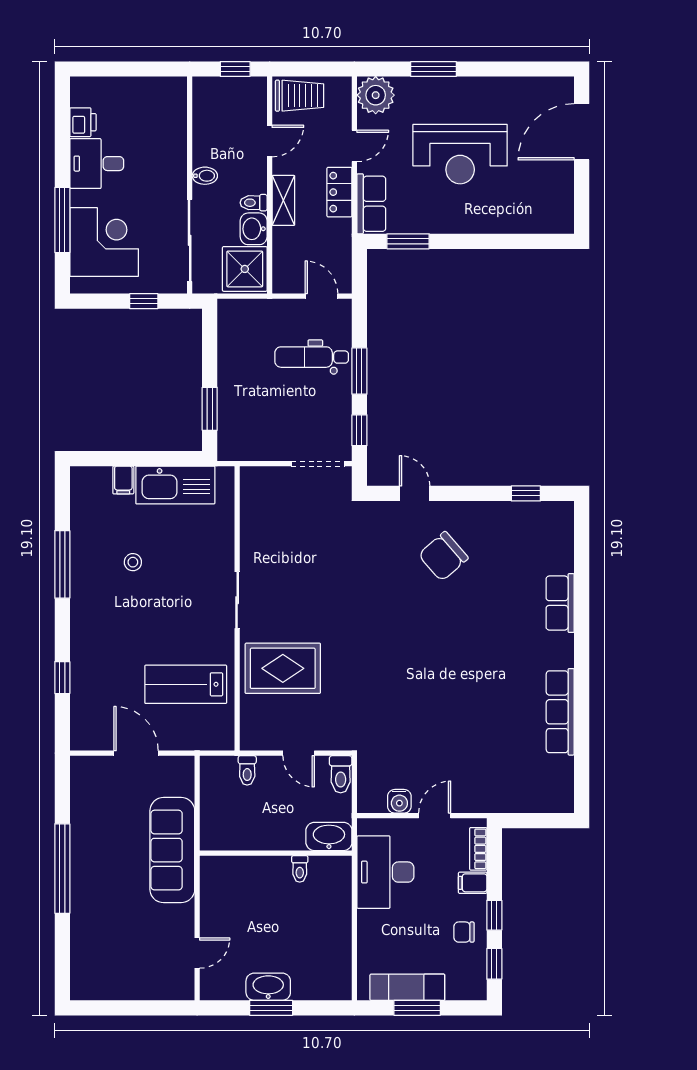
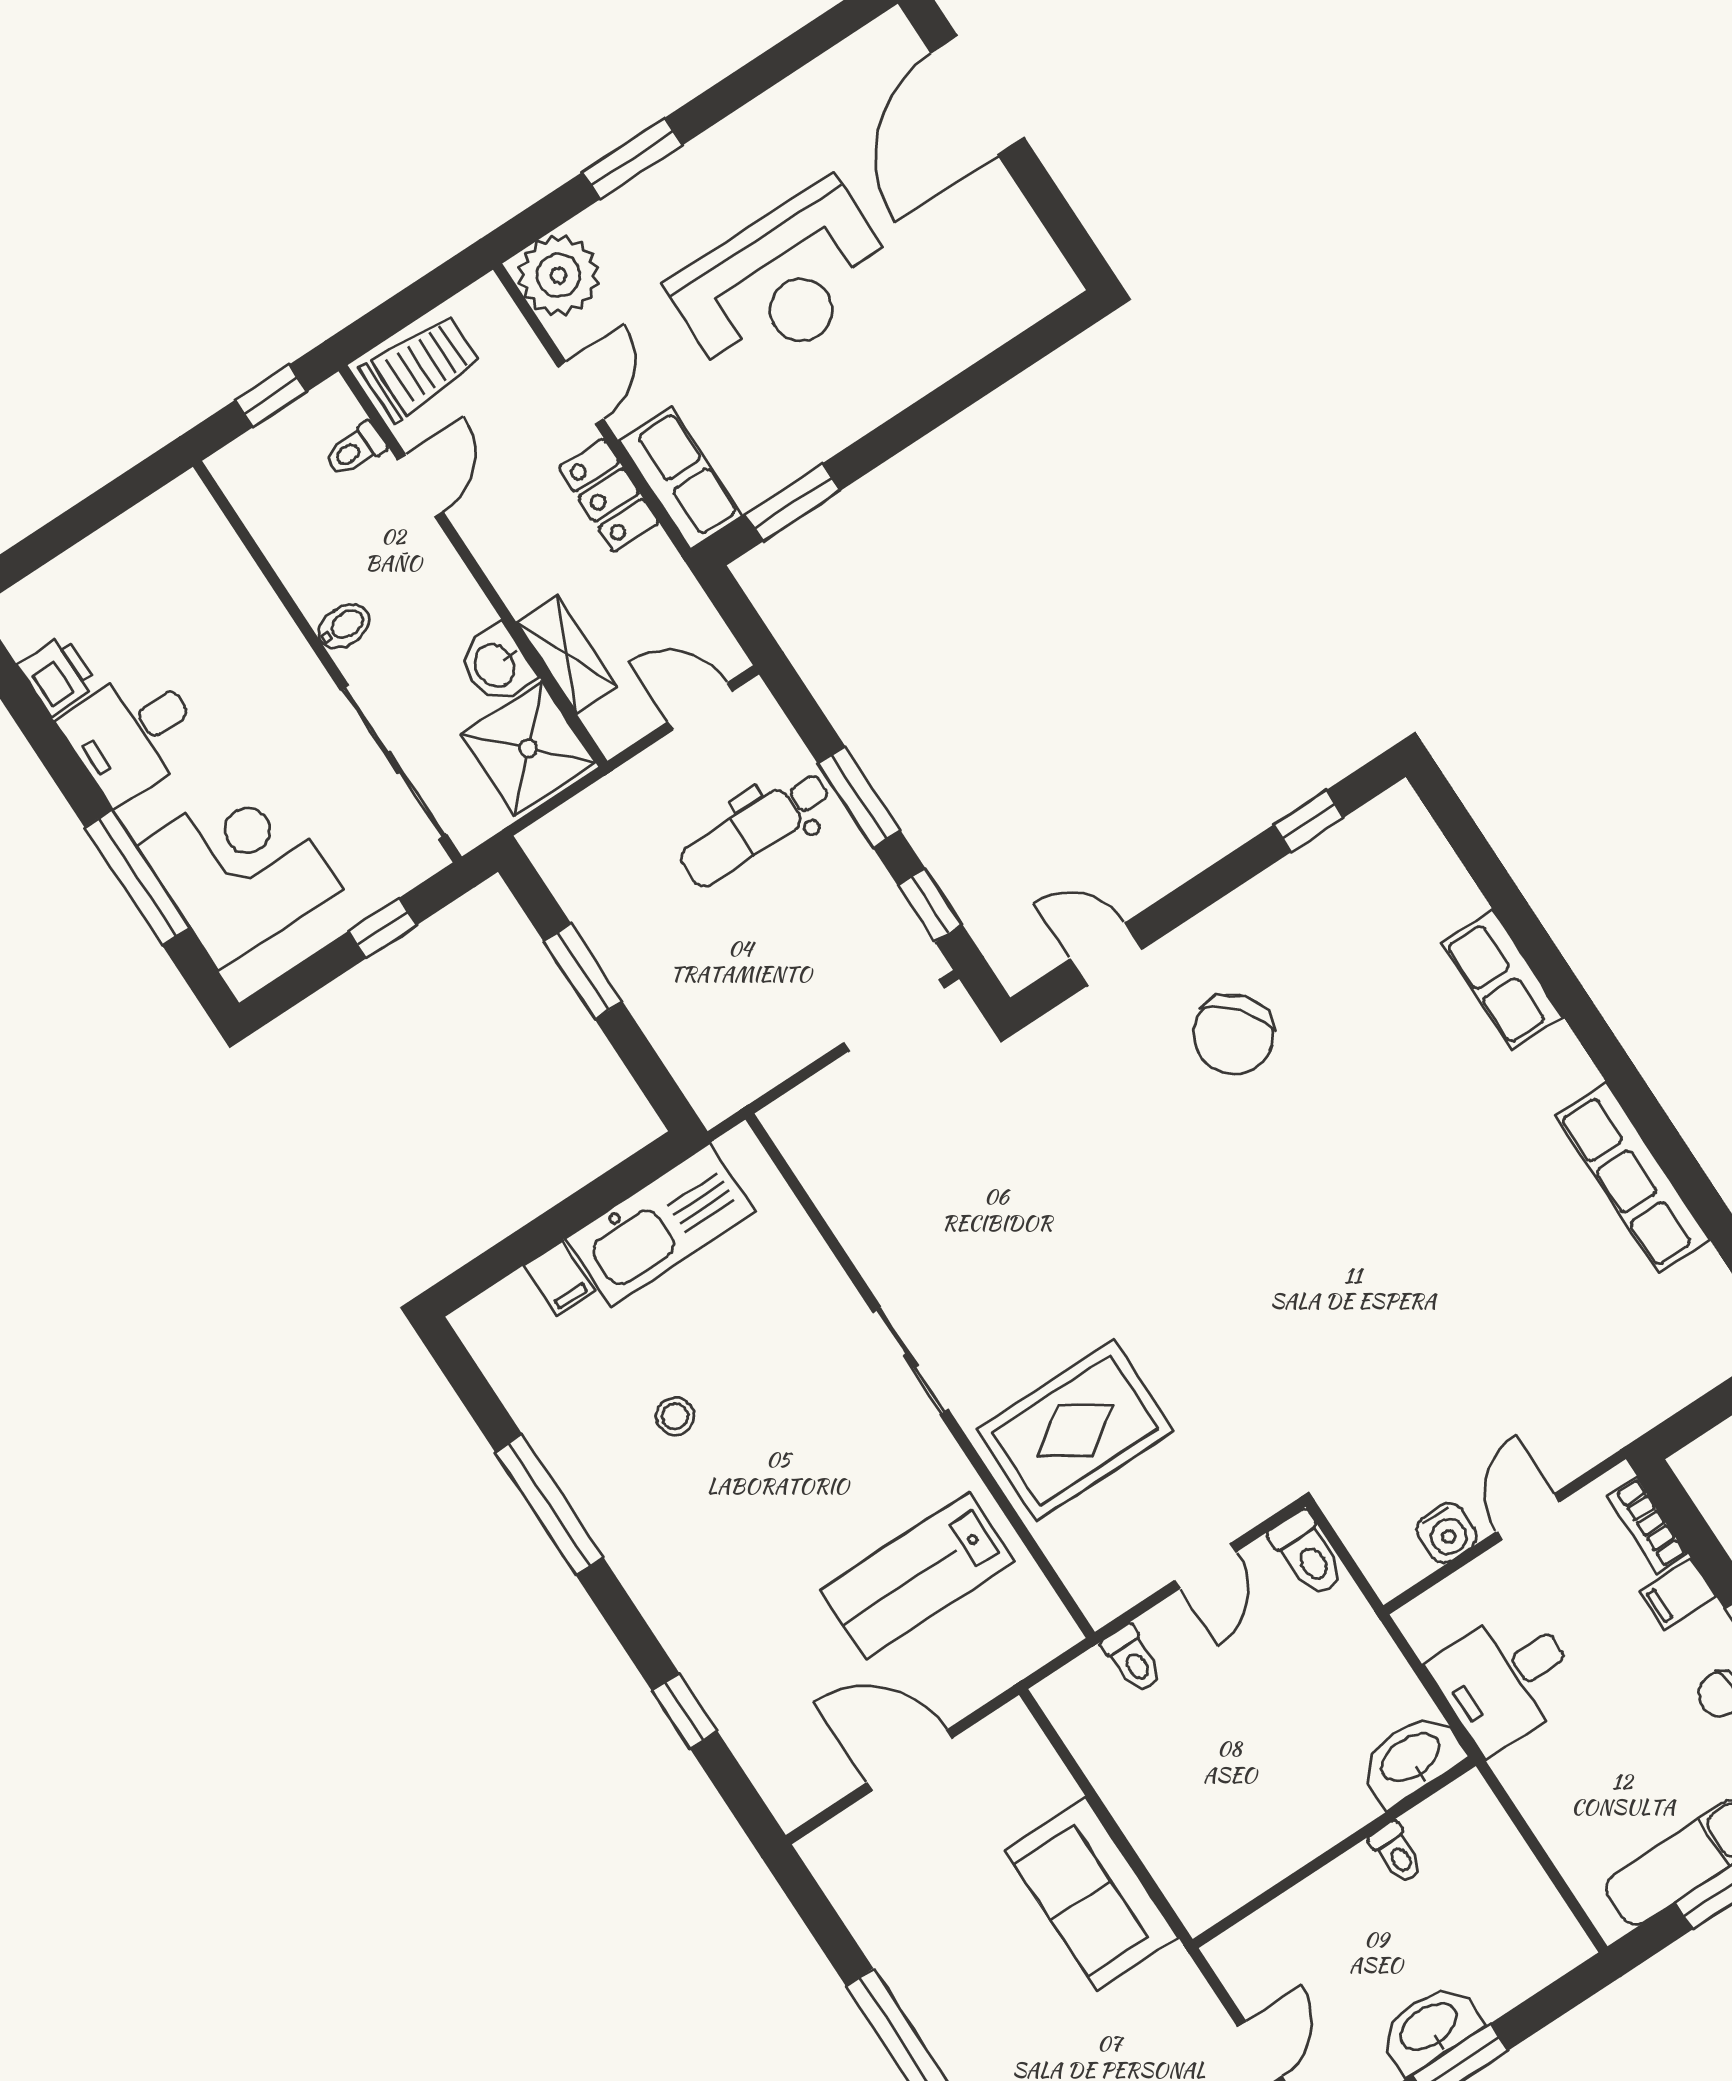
shelving: (283, 200) -> (567, 654), moved
toilet: (254, 203) -> (355, 450), moved
window: (210, 409) -> (583, 971), moved
door: (299, 753) -> (1205, 1566), hinge flipped
washbasin: (329, 836) -> (1411, 1759), moved
sofa: (172, 850) -> (1091, 1894), width x0.73
wall: (276, 853) -> (1334, 1852), moved
toilet: (300, 869) -> (1397, 1853), moved
desk: (385, 872) -> (1506, 1679), width x0.73

